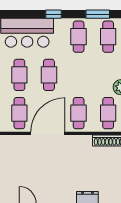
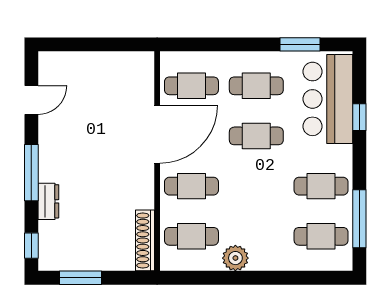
window: (53, 14) -> (359, 117), moved
window: (98, 14) -> (359, 219), width x1.44
door: (48, 133) -> (157, 134), hinge flipped

